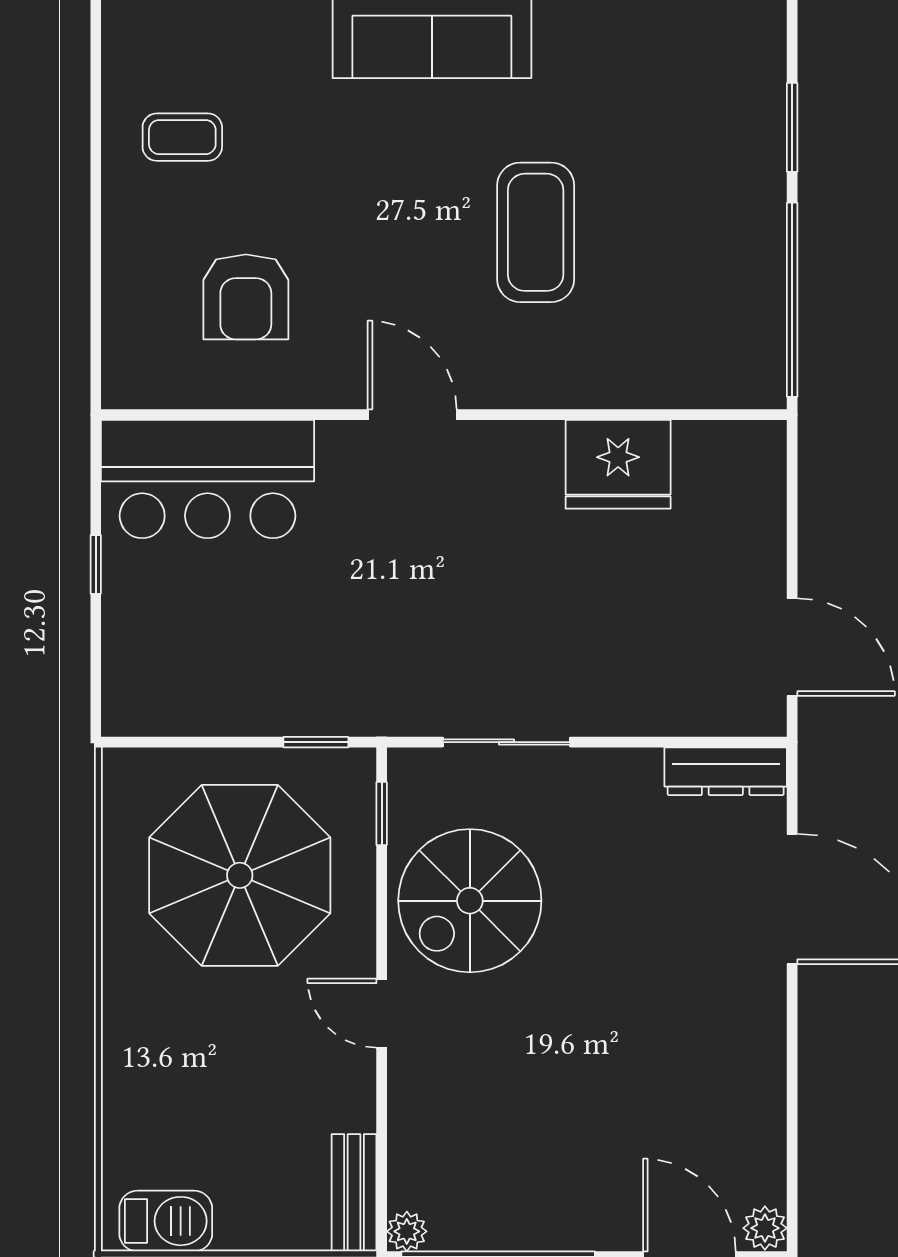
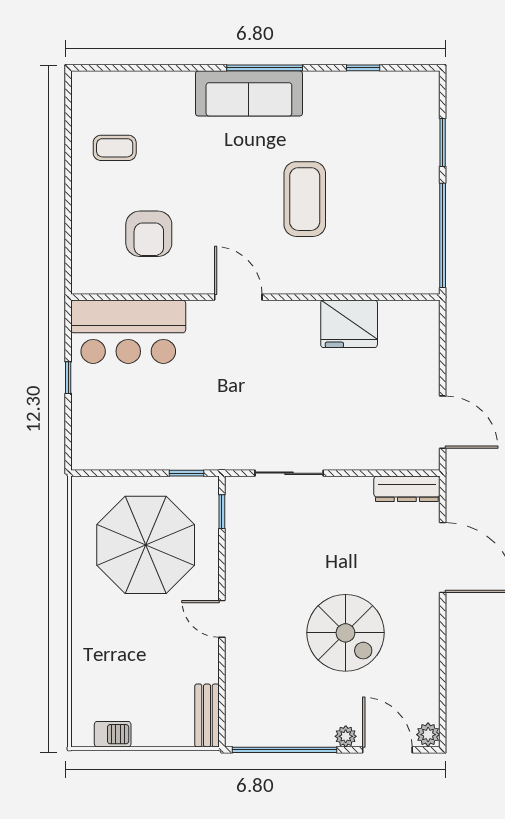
spiral stairs: (470, 901) -> (345, 633), moved, turned -90
barbecue: (166, 1221) -> (113, 734), width x0.73, depth x0.79
plant: (407, 1231) -> (346, 736), moved

